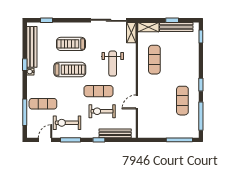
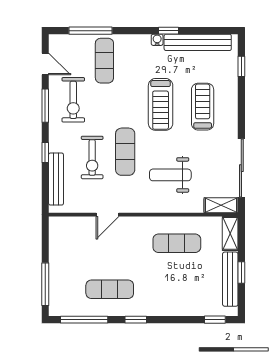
door: (137, 102) -> (107, 215), swing flipped
exercise bike: (102, 111) -> (92, 157), turned 180
exercise bike: (67, 123) -> (73, 100), turned 180

